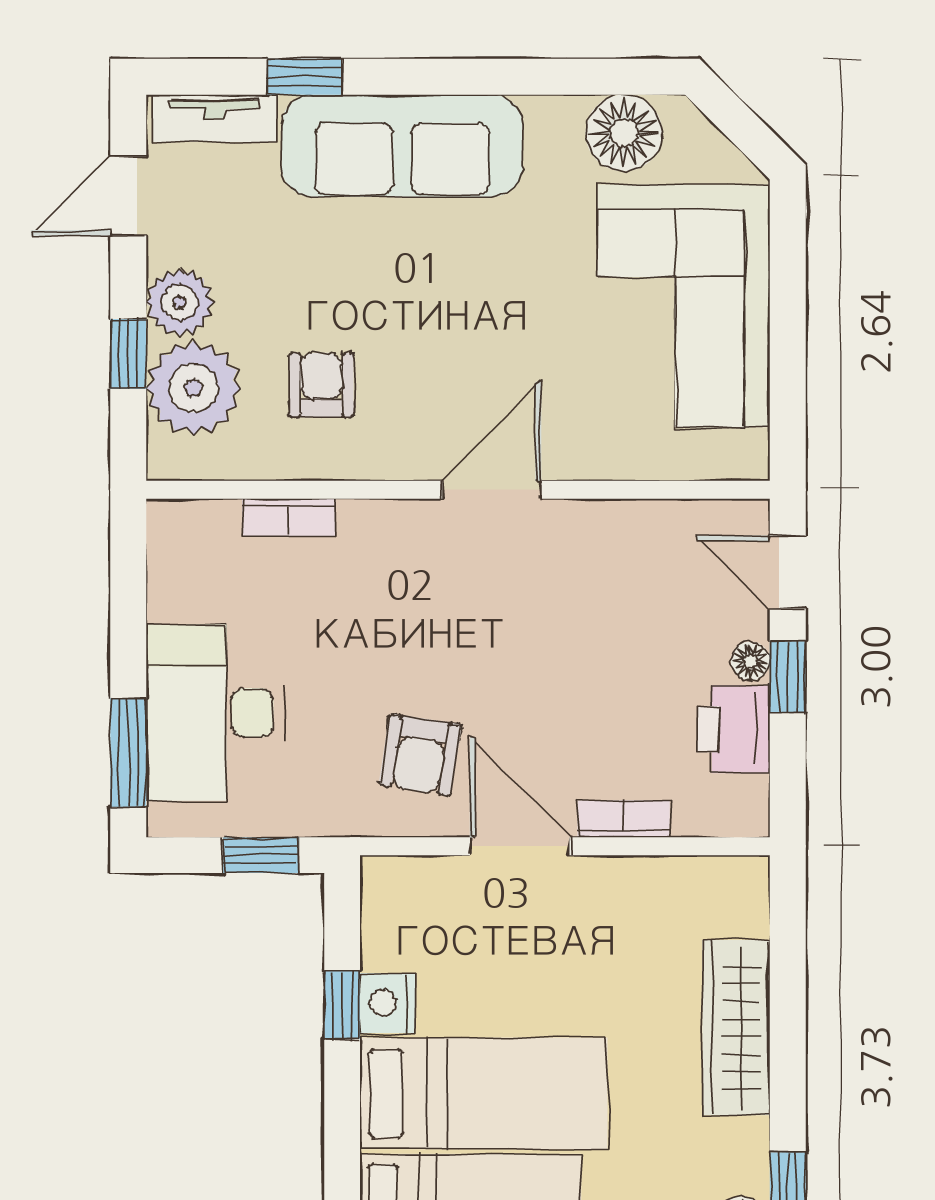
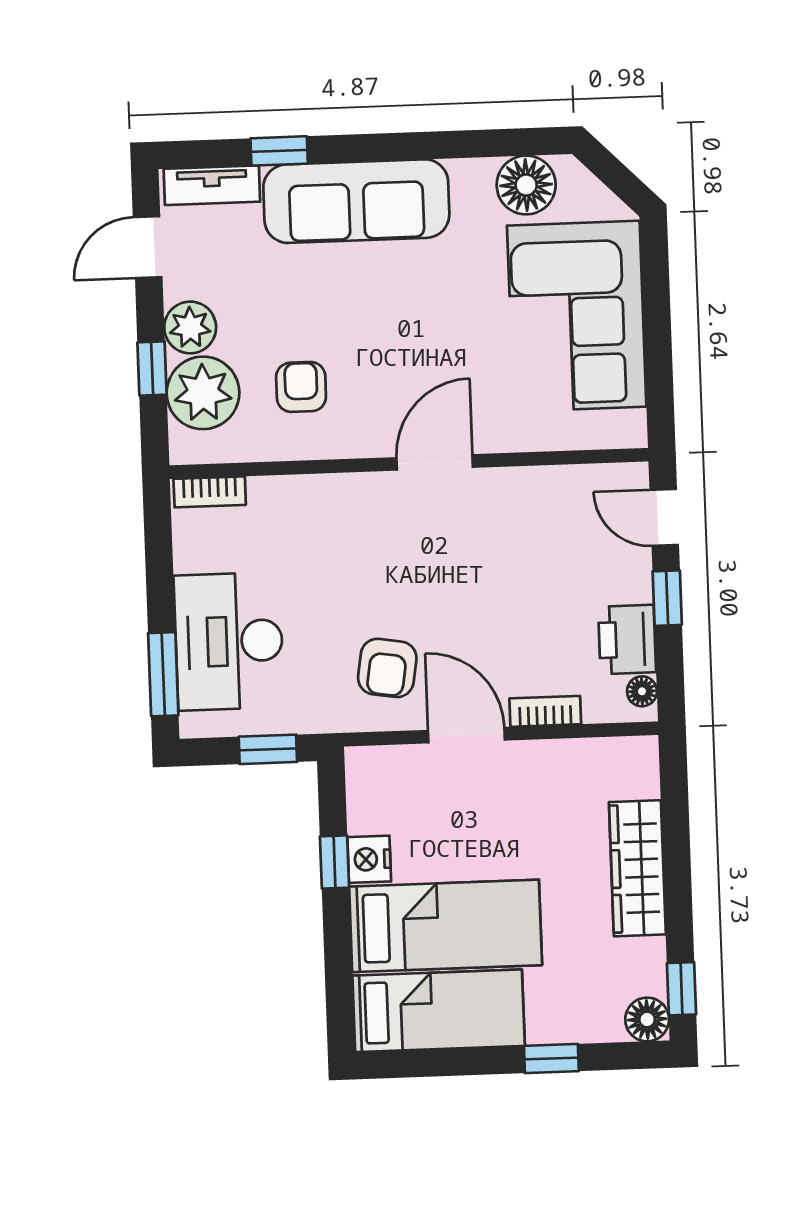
bookcase: (289, 517) -> (210, 492), moved
floor lamp: (750, 661) -> (642, 691), moved

